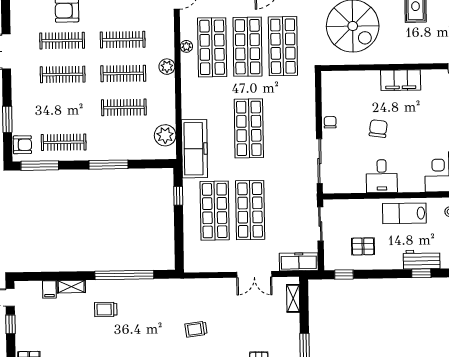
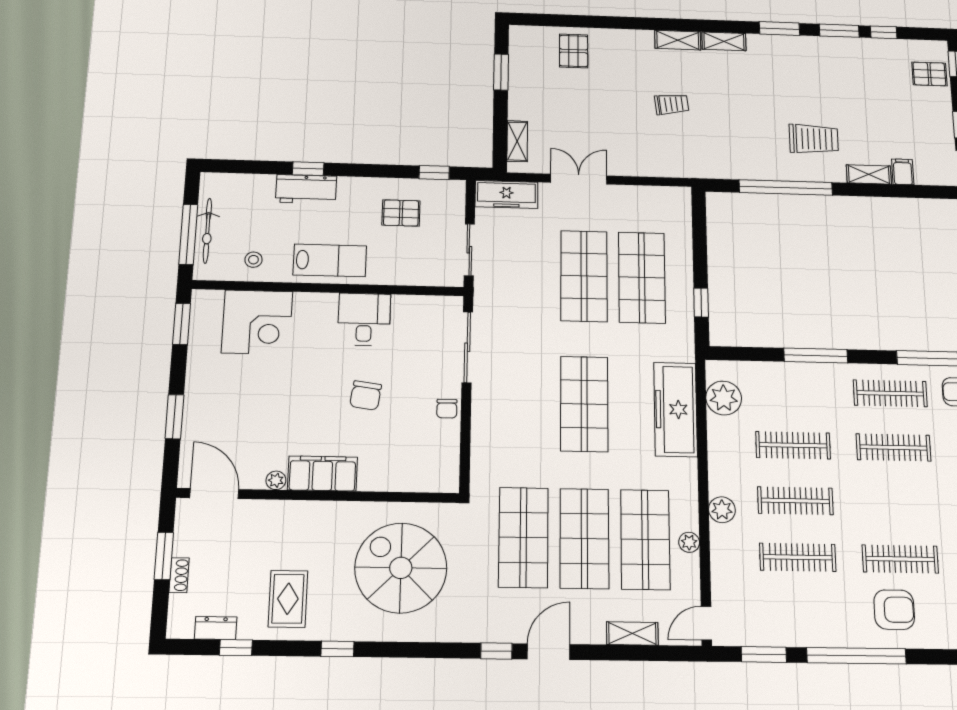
clothes rail: (63, 74) -> (893, 447), moved
plant: (427, 75) -> (276, 480), added
freezer: (194, 149) -> (675, 409), moved
trolley: (106, 310) -> (814, 139), width x1.36, depth x1.39

